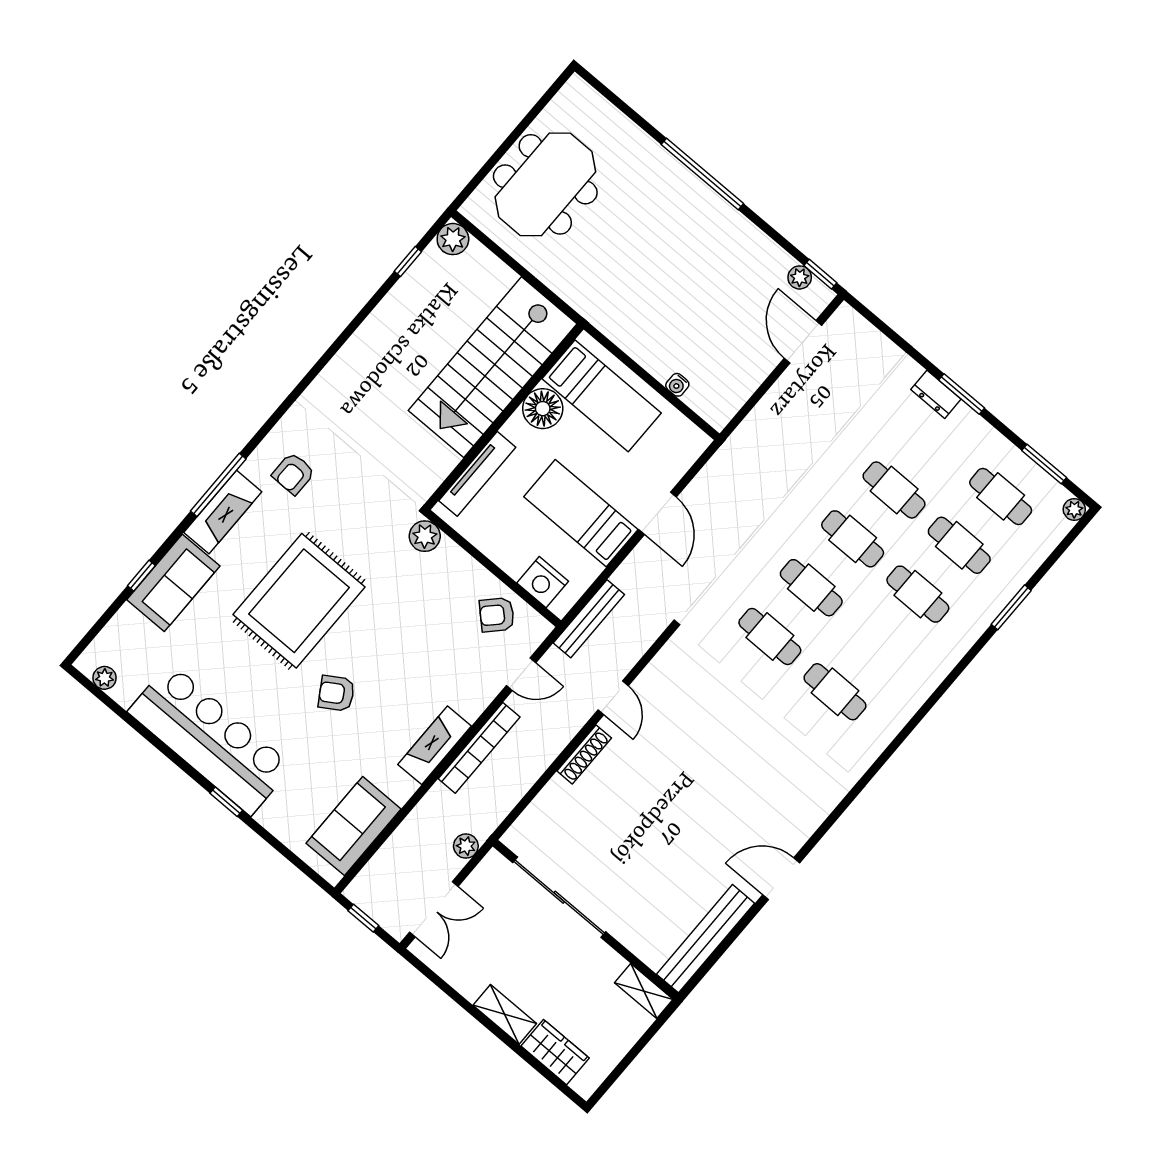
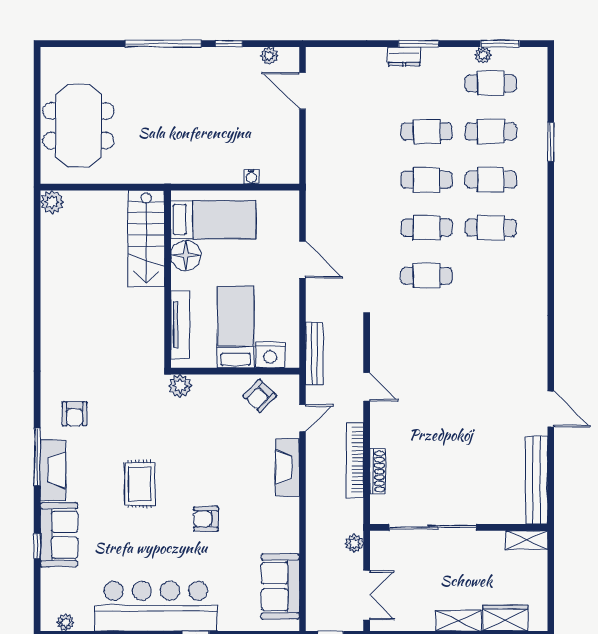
window: (408, 261) -> (37, 237), removed
window: (820, 274) -> (229, 44), moved
stairs: (493, 367) -> (146, 239), width x0.73, depth x0.66
plant: (1074, 509) -> (483, 55), moved
bed: (581, 513) -> (235, 327), moved, turned 90
rug: (299, 601) -> (140, 484), width x0.54, depth x0.49
cafe table: (835, 692) -> (491, 228), moved
armchair: (336, 693) -> (206, 519), turned 32
fireplace: (435, 745) -> (287, 467), moved
bookcase: (479, 748) -> (355, 460), moved, turned 180
shoe rack: (584, 755) -> (378, 471), moved
door: (781, 879) -> (551, 409), swing flipped

